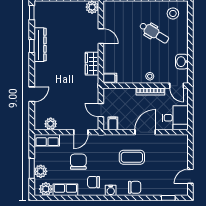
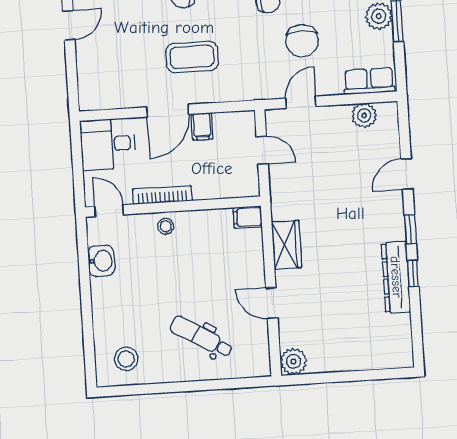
window: (32, 13) -> (410, 229), moved
dental chair: (154, 33) -> (201, 337), moved
filing cabinet: (113, 123) -> (202, 126), moved

